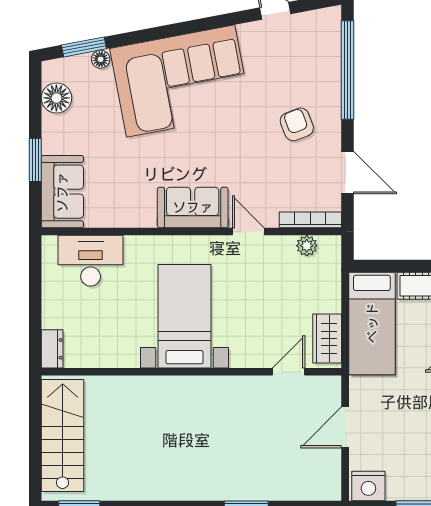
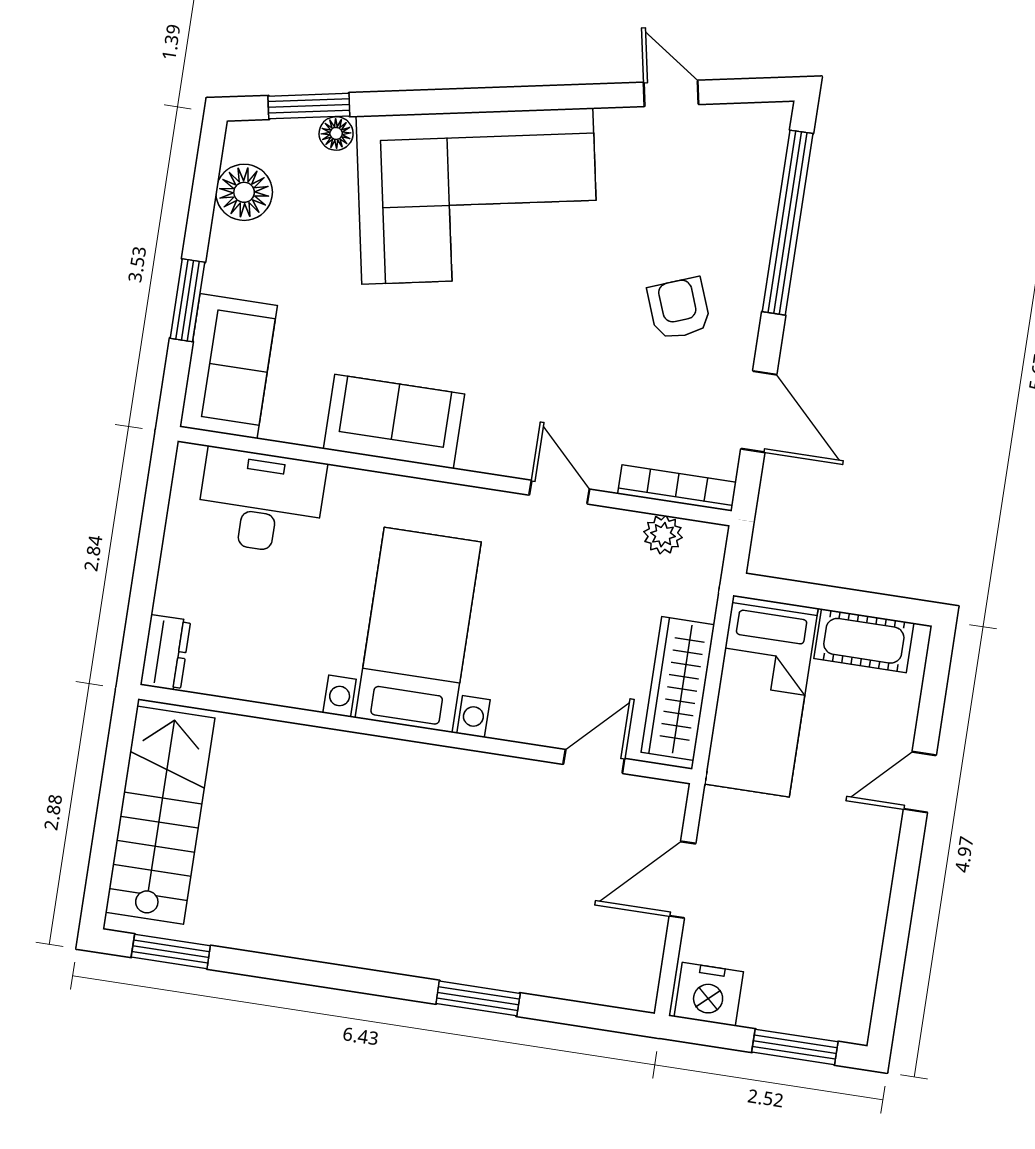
sofa: (193, 207) -> (394, 421), moved
wardrobe: (327, 339) -> (678, 689), width x1.50

